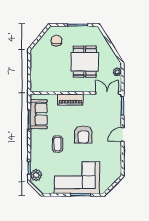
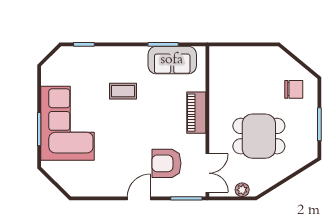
door: (123, 134) -> (139, 198), hinge flipped
armchair: (83, 135) -> (166, 163), moved
plant: (36, 175) -> (72, 56), removed

